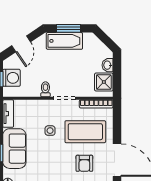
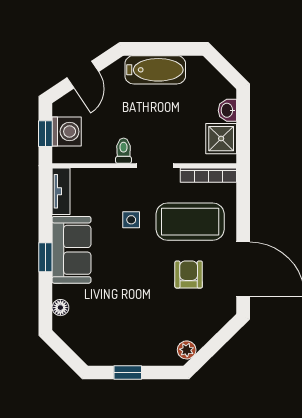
window: (68, 28) -> (162, 49), removed
armchair: (84, 163) -> (189, 275), turned 180

